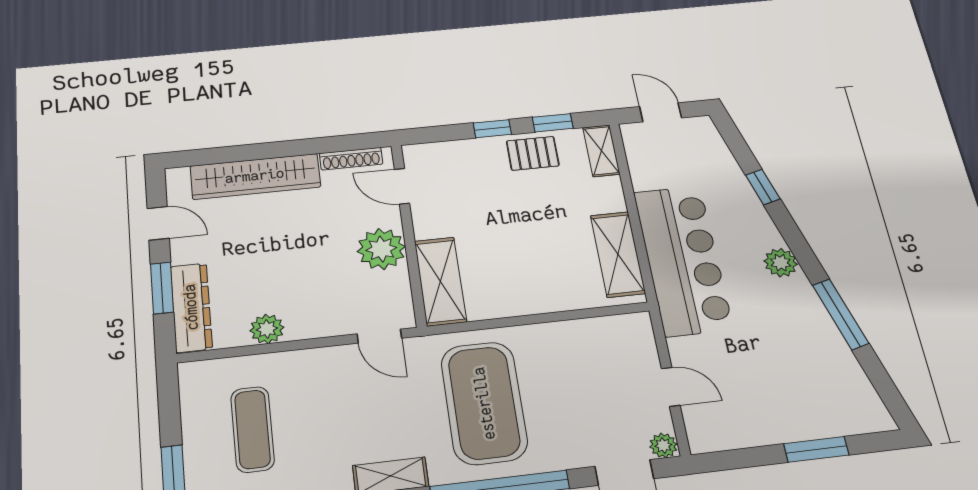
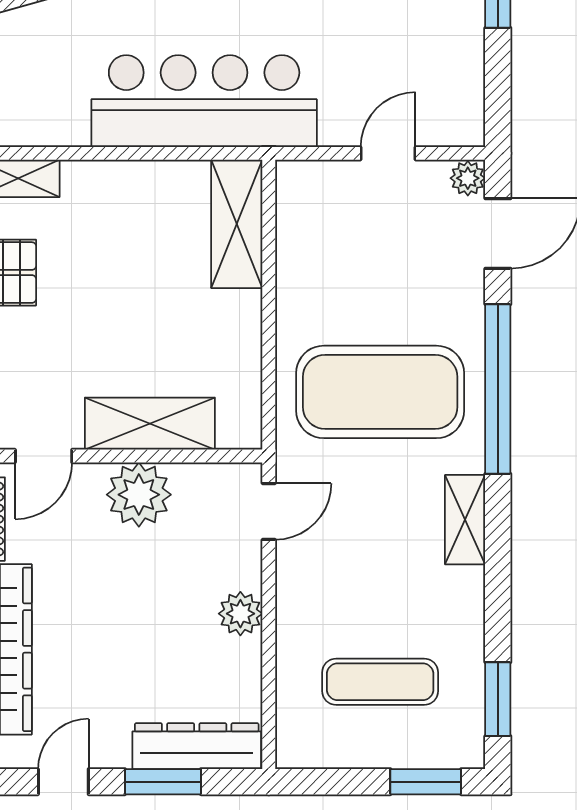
shelving: (618, 254) -> (237, 224), moved, turned 90
shelving: (440, 281) -> (150, 424), moved
plant: (267, 329) -> (240, 614), moved

